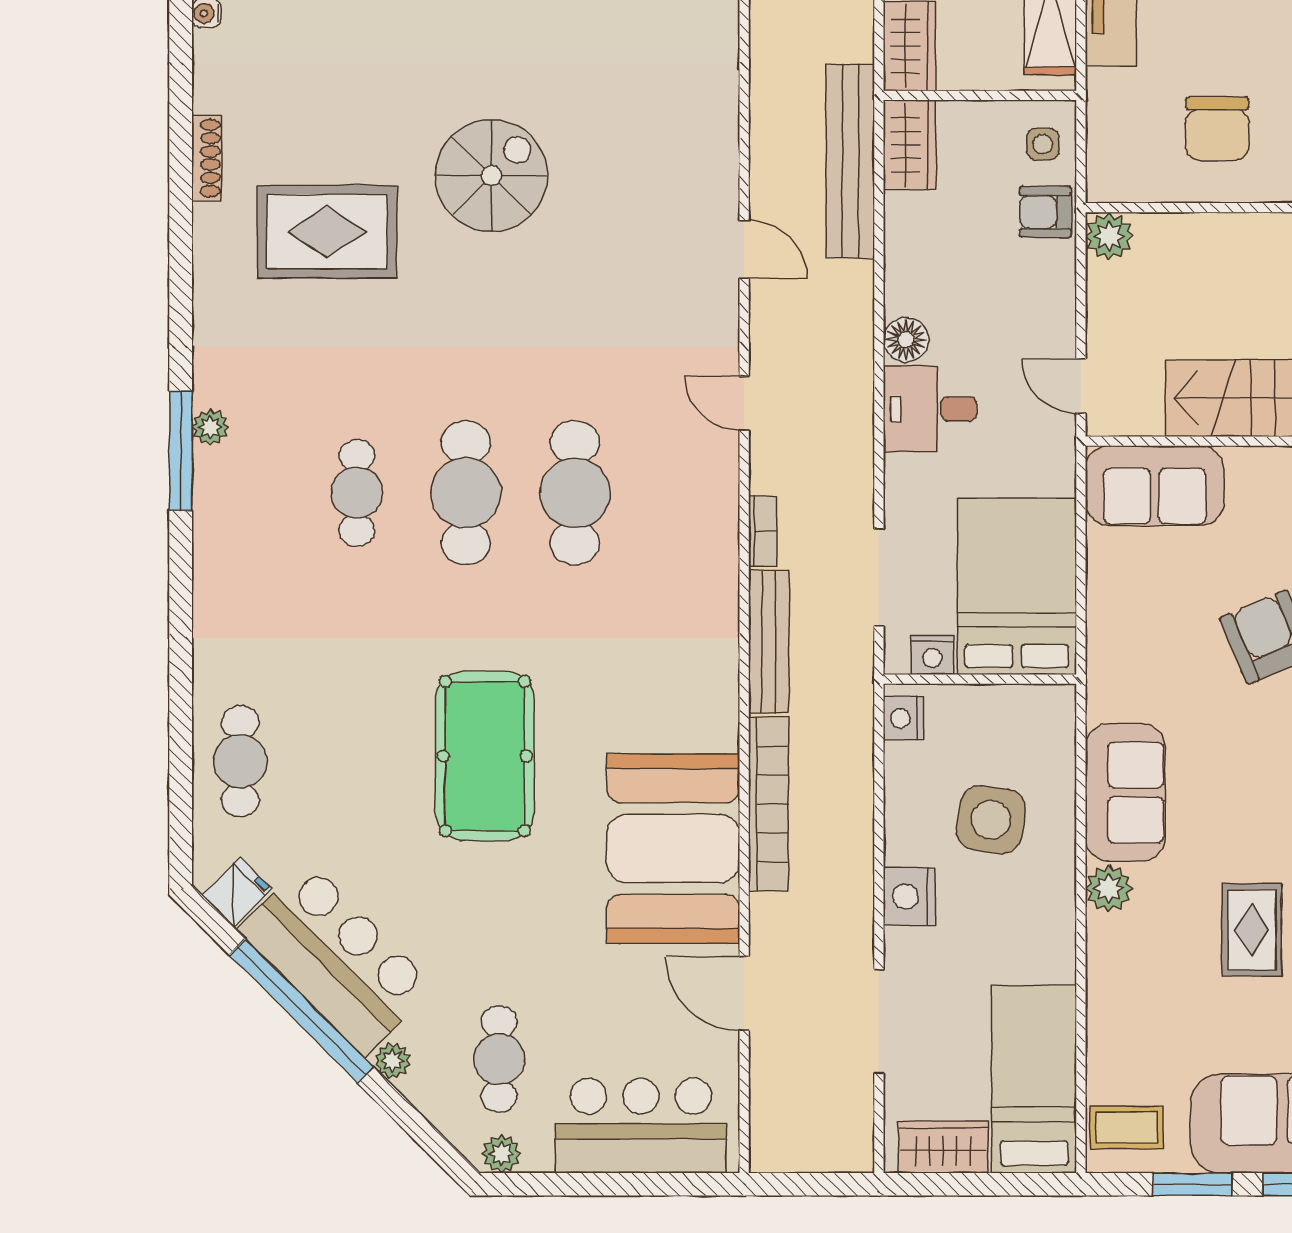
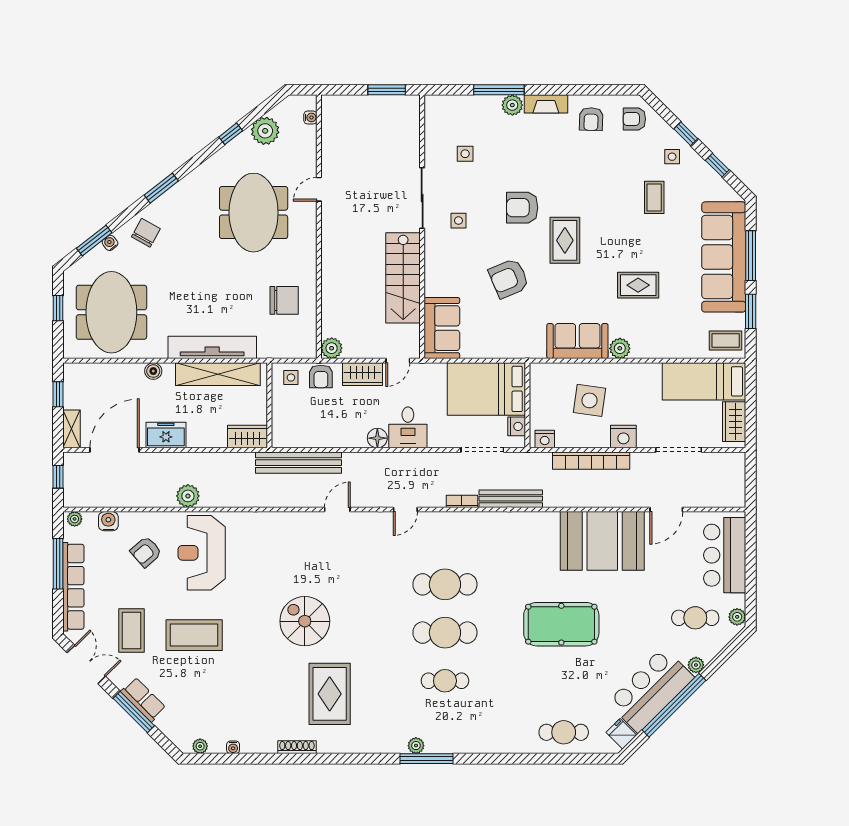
wardrobe: (910, 145) -> (362, 374), moved, turned 180
bookcase: (768, 804) -> (591, 461), moved, turned 180
coffee table: (1127, 1128) -> (726, 340), turned 90

